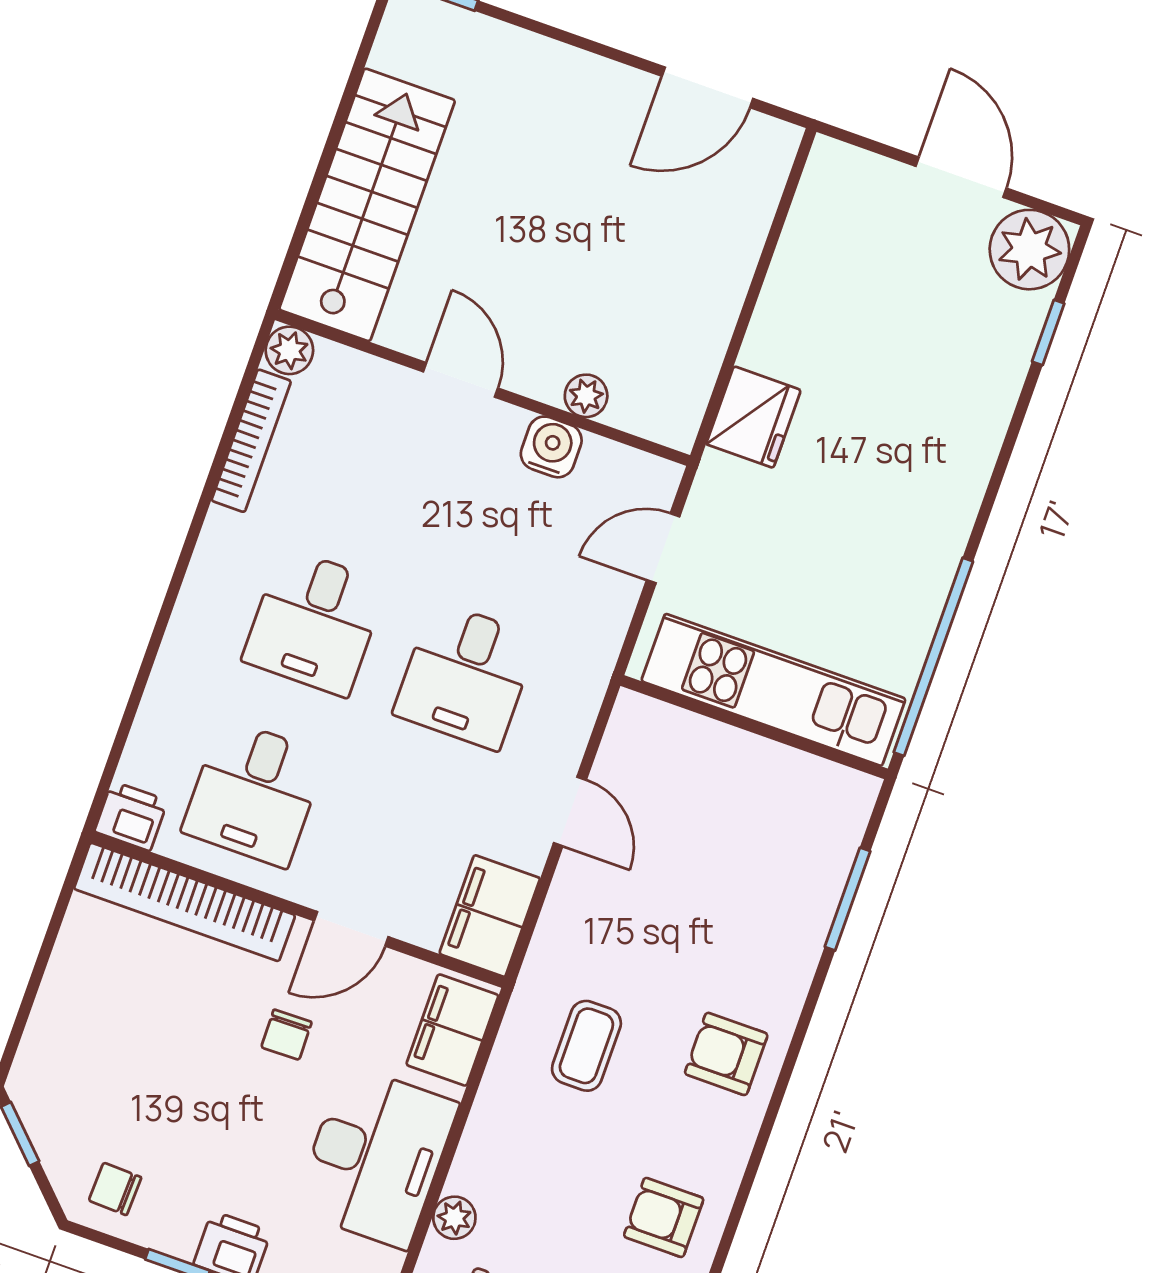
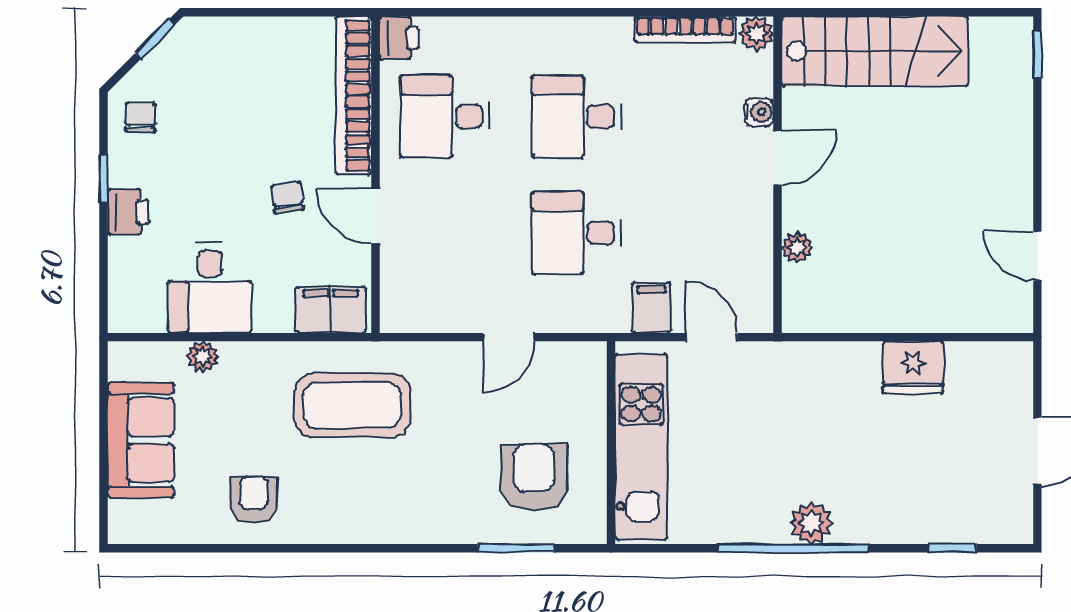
door: (708, 87) -> (1037, 256), width x0.73
plant: (1029, 250) -> (811, 523), moved, width x0.73, depth x0.73
fridge: (753, 417) -> (913, 367), moved
water cooler: (551, 447) -> (759, 112), moved, width x0.72, depth x0.72
window: (933, 657) -> (793, 548), moved
filing cabinet: (490, 916) -> (651, 308), moved, width x0.50
chair: (286, 1035) -> (287, 197), turned 84
coffee table: (586, 1046) -> (352, 405), width x1.86, depth x1.72
armchair: (726, 1054) -> (534, 477), moved, width x1.38, depth x1.38
desk: (376, 1157) -> (210, 288), width x0.73

